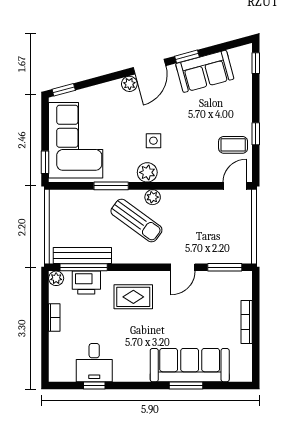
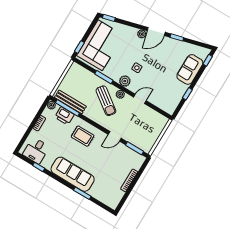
sofa: (205, 71) -> (190, 69), moved, turned 105
coffee table: (233, 145) -> (173, 93), removed
door: (235, 186) -> (140, 99), moved
desk: (94, 363) -> (36, 150), moved
sofa: (190, 365) -> (73, 174), moved

